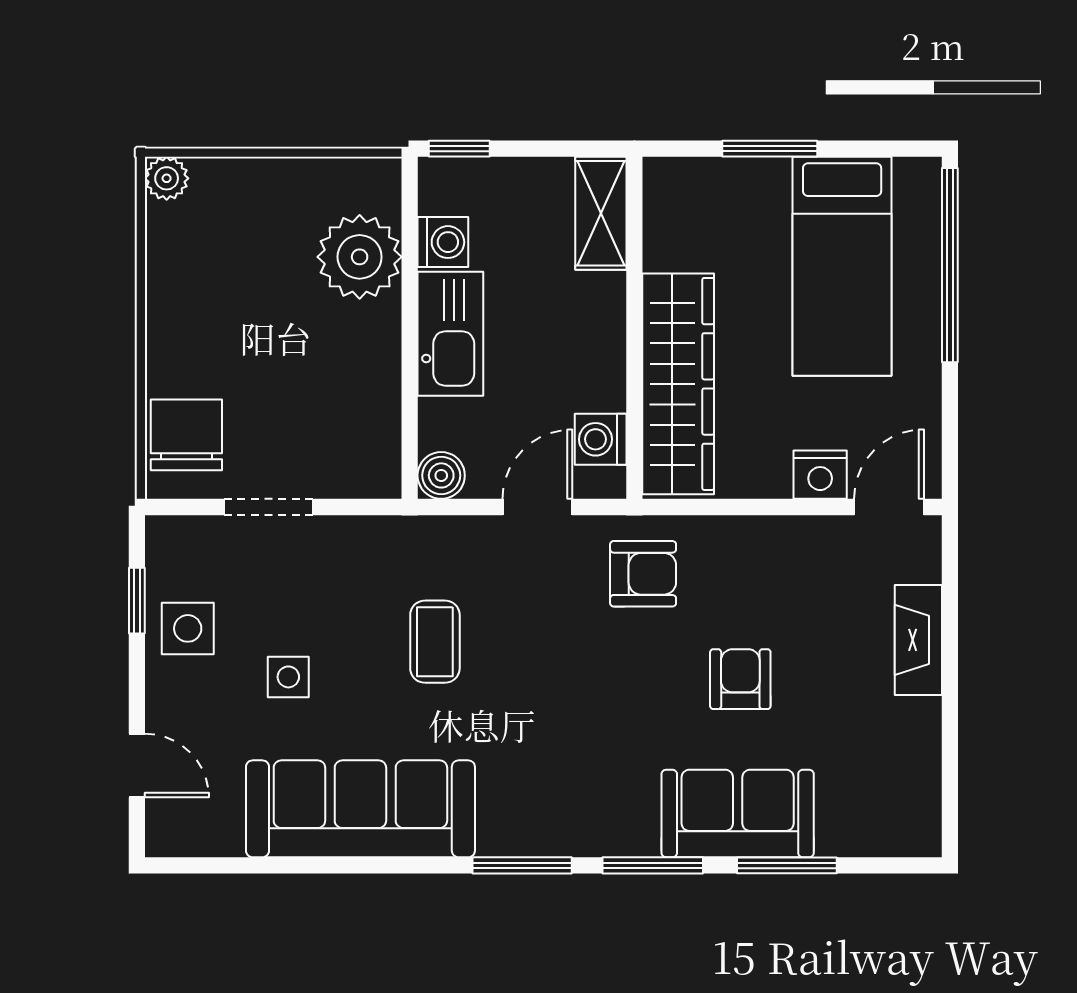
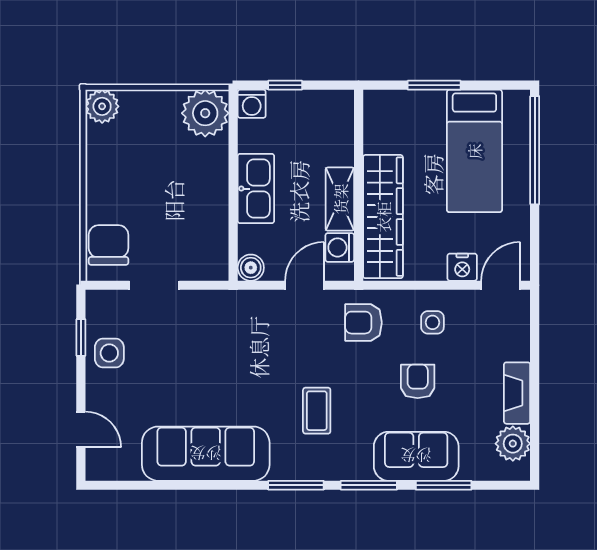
window: (459, 149) -> (285, 85), moved
plant: (167, 178) -> (102, 106), width x1.38, depth x1.38
shelving: (601, 213) -> (340, 199), moved
washing machine: (443, 242) -> (252, 104), moved, turned 90
plant: (360, 257) -> (205, 113), moved
armchair: (643, 574) -> (363, 323), turned 180
fireplace: (918, 640) -> (517, 393), moved
coffee table: (435, 642) -> (317, 411), moved
side table: (288, 677) -> (432, 322), moved
plant: (911, 791) -> (513, 444), added

